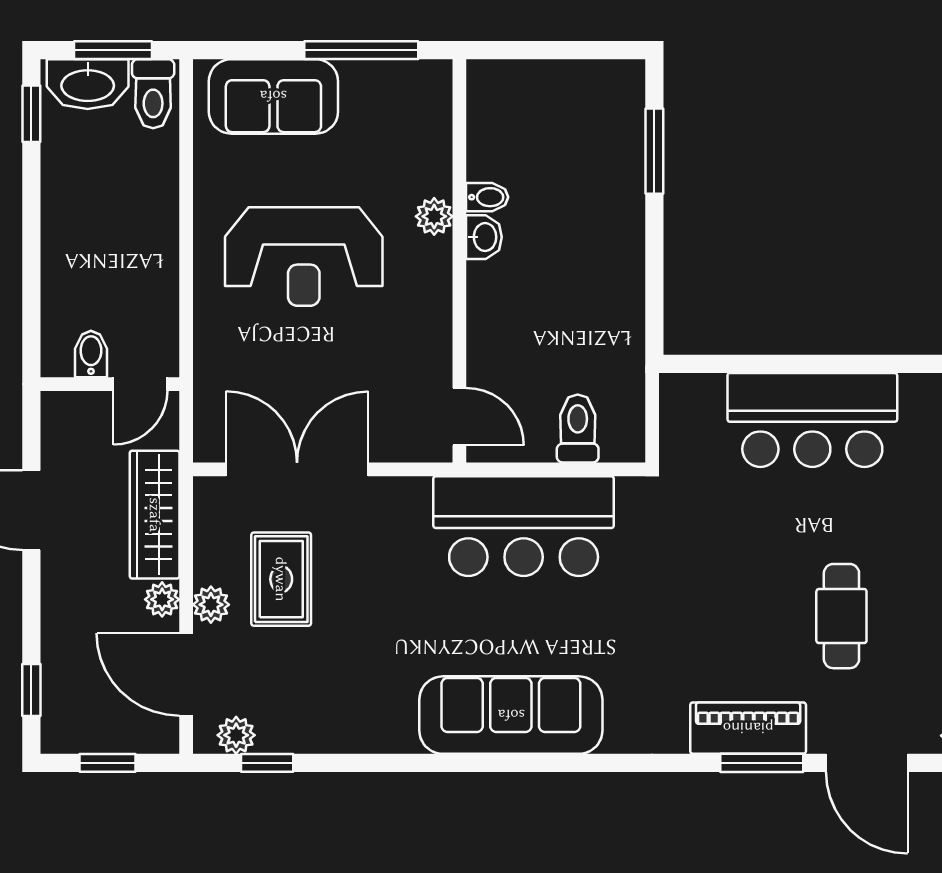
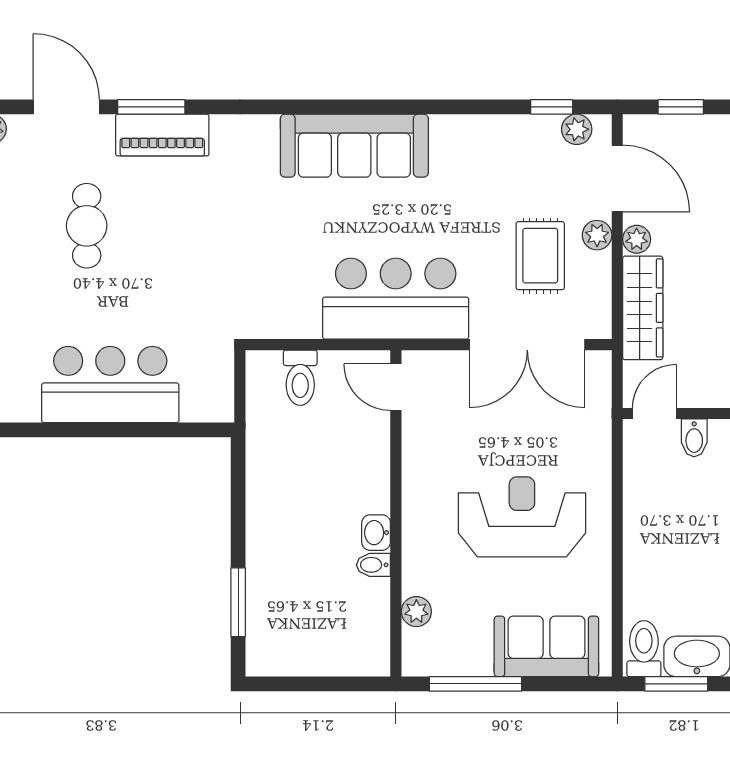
plant: (434, 216) -> (416, 612), moved
bar counter: (524, 526) -> (396, 299), moved

